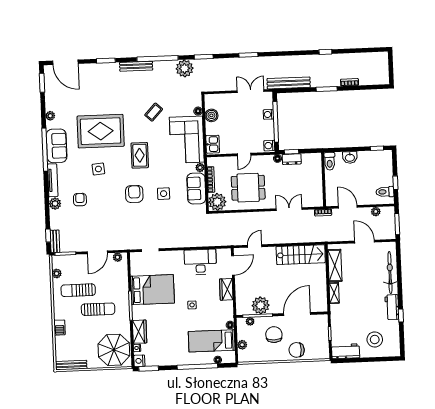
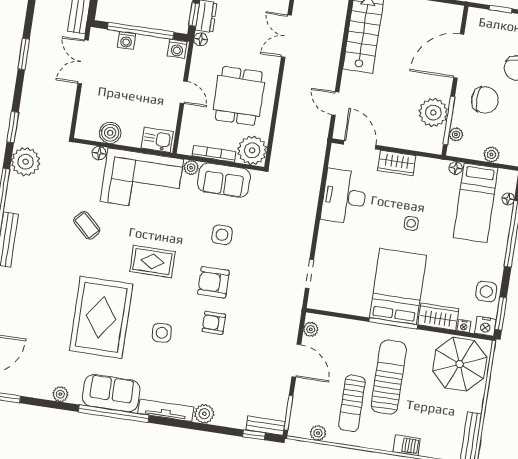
armchair: (80, 200) -> (214, 323), moved
bed: (152, 290) -> (398, 286), moved
sun lounger: (98, 309) -> (389, 377), width x1.36, depth x1.34
door: (297, 314) -> (459, 56), hinge flipped
chair: (274, 335) -> (485, 100), turned 180
side table: (160, 357) -> (486, 291), added

